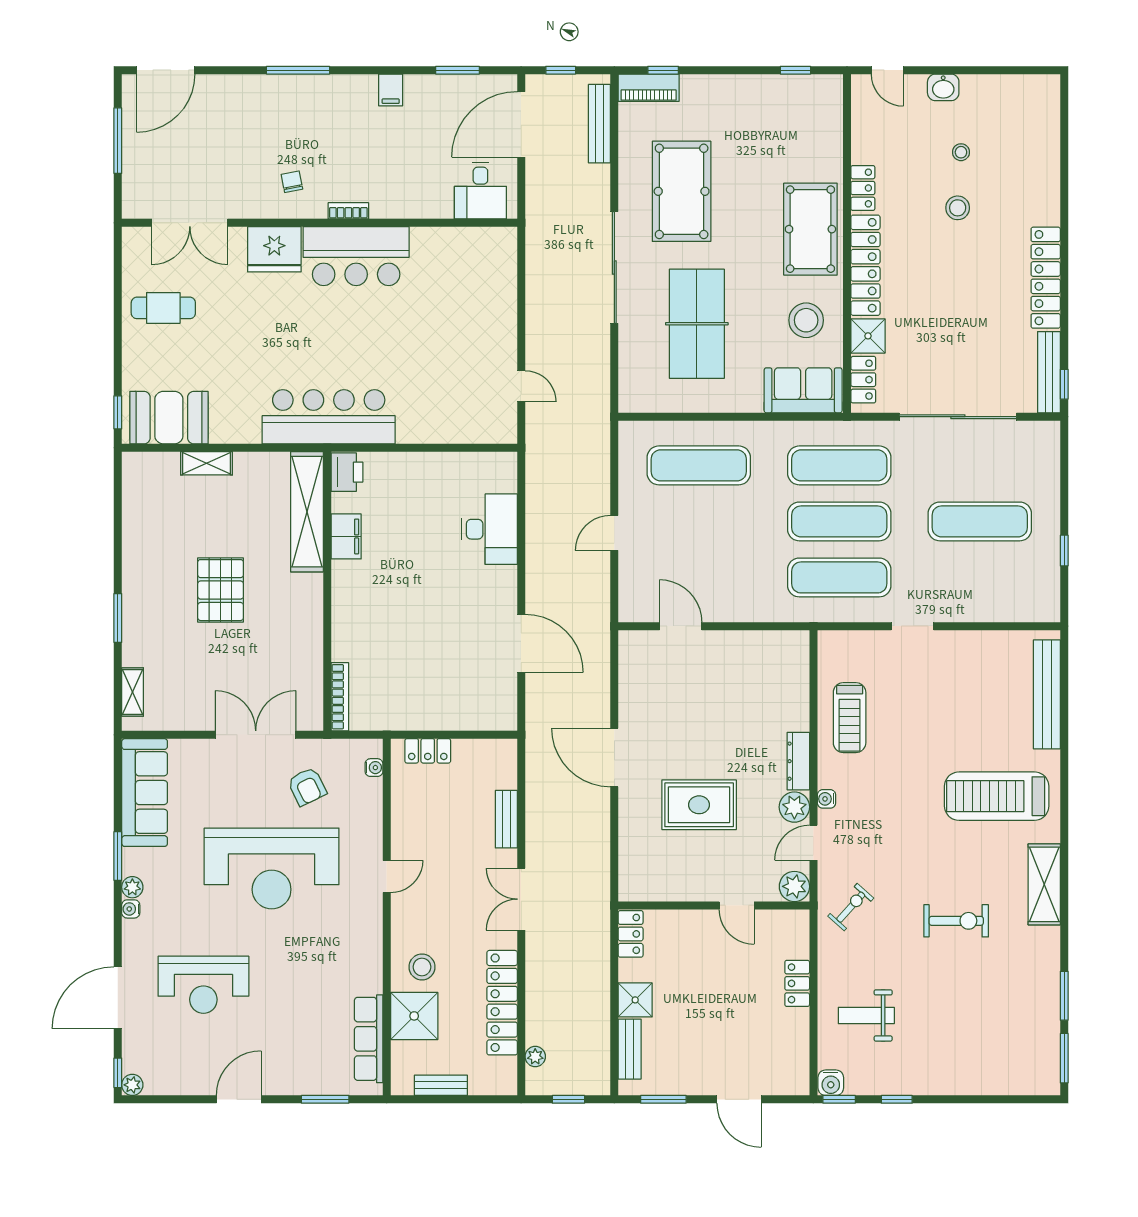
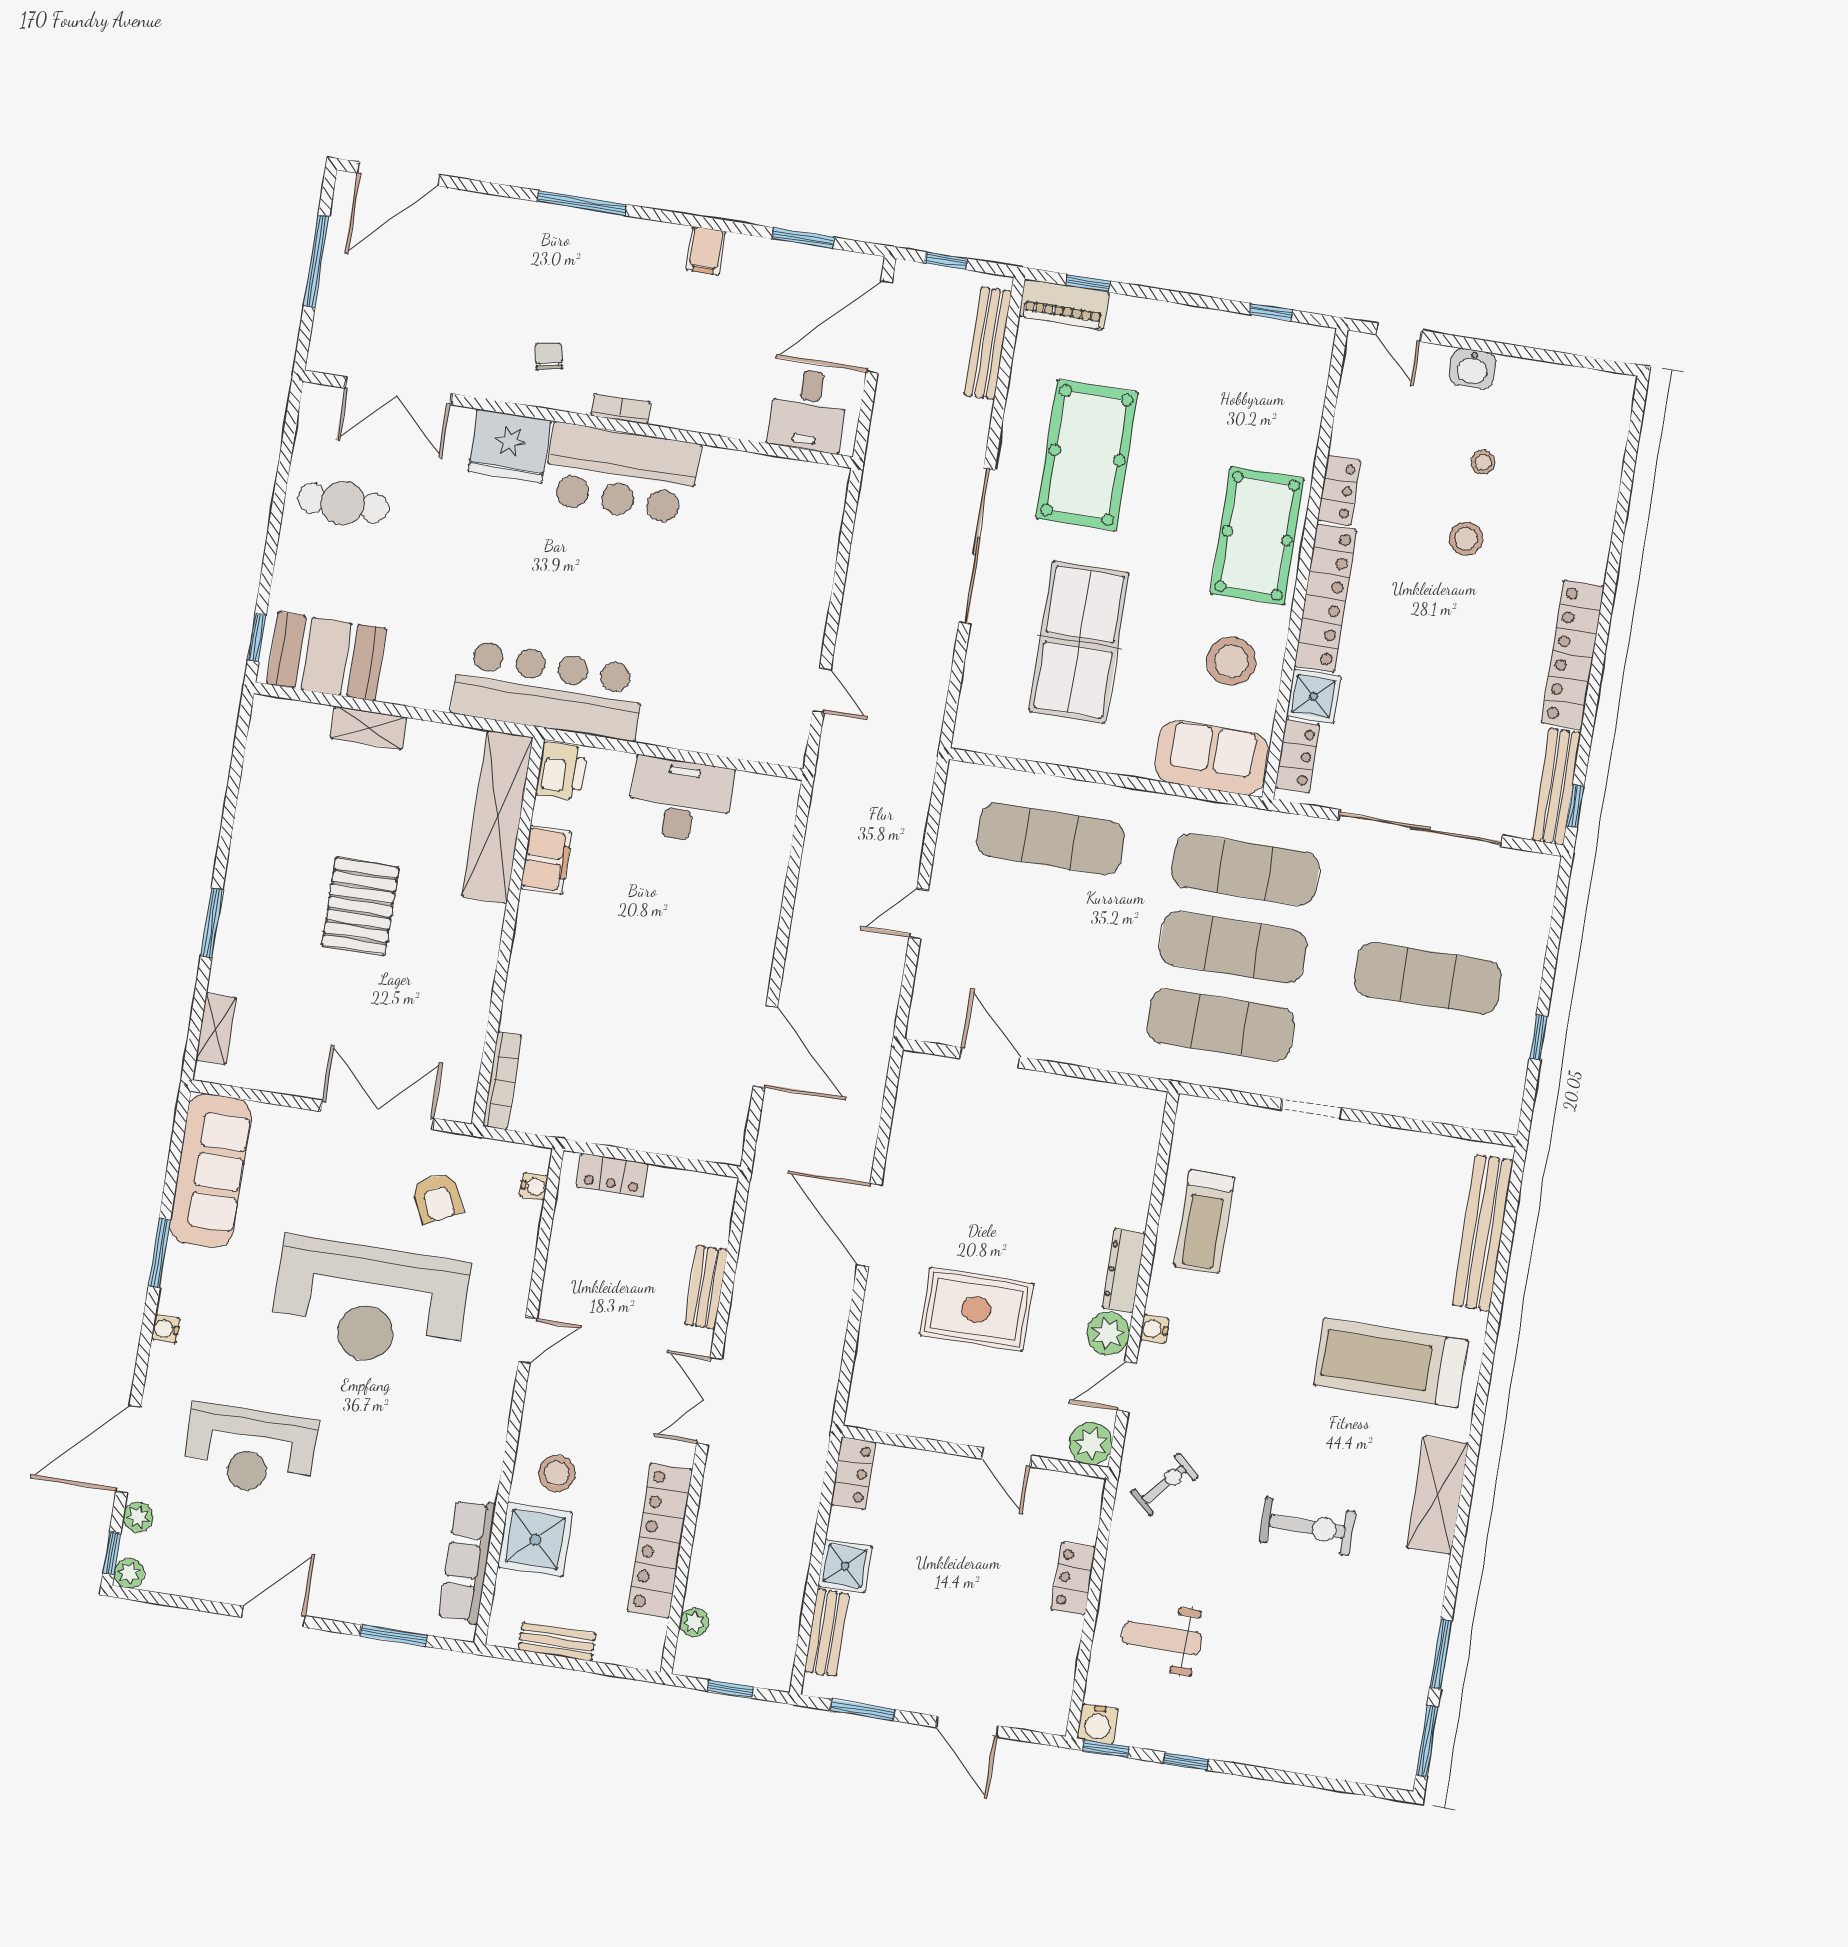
desk: (490, 529) -> (680, 800), moved, turned -90
plant: (132, 887) -> (138, 1517), moved

